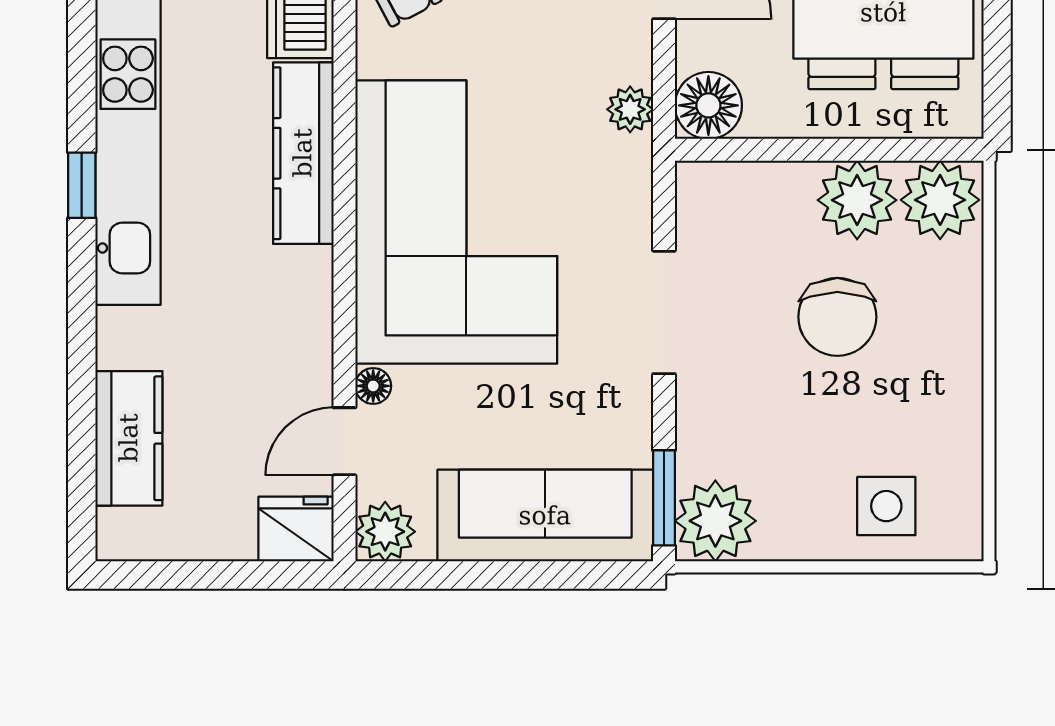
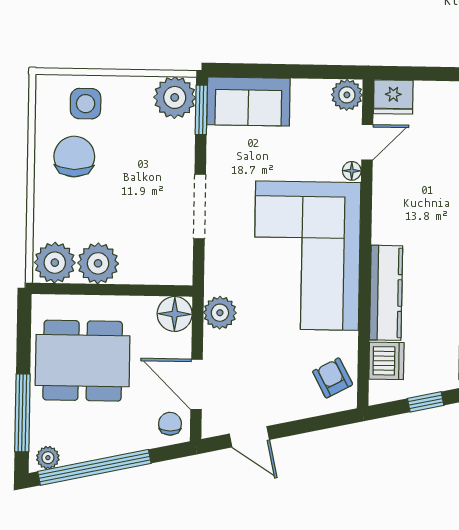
plant: (630, 109) -> (220, 313), width x1.38, depth x1.38
chair: (837, 317) -> (74, 157), moved
sofa: (545, 516) -> (248, 101), width x0.73

